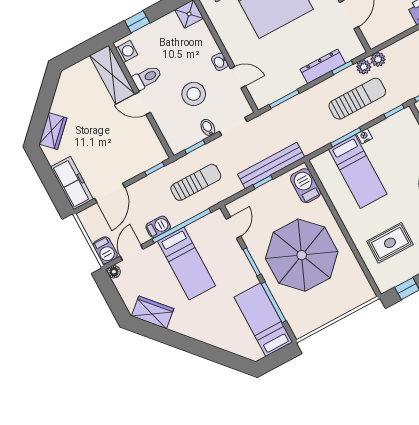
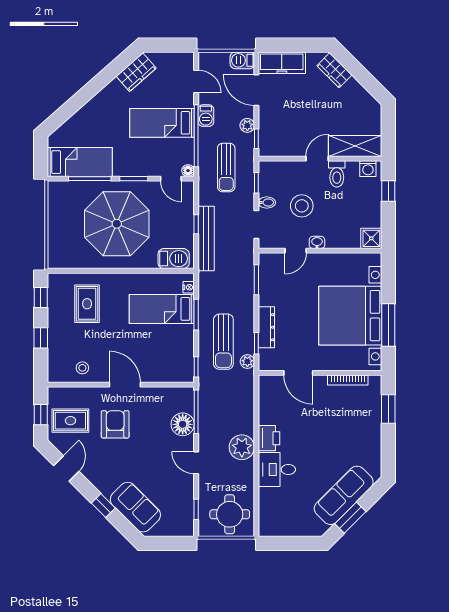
plant: (378, 59) -> (247, 125), moved
nightstand: (364, 136) -> (189, 287), moved
barbecue: (105, 250) -> (242, 60), moved
floor lamp: (114, 272) -> (188, 171), moved

